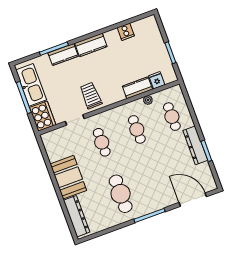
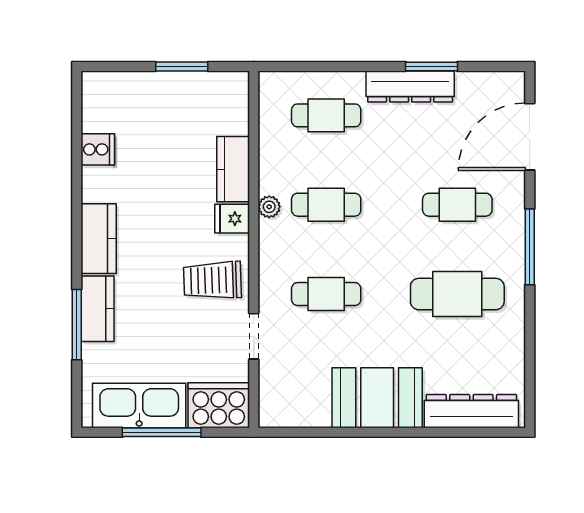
fridge: (157, 80) -> (232, 219), moved
plant: (148, 100) -> (269, 207), moved
cafe table: (156, 181) -> (457, 205), added

